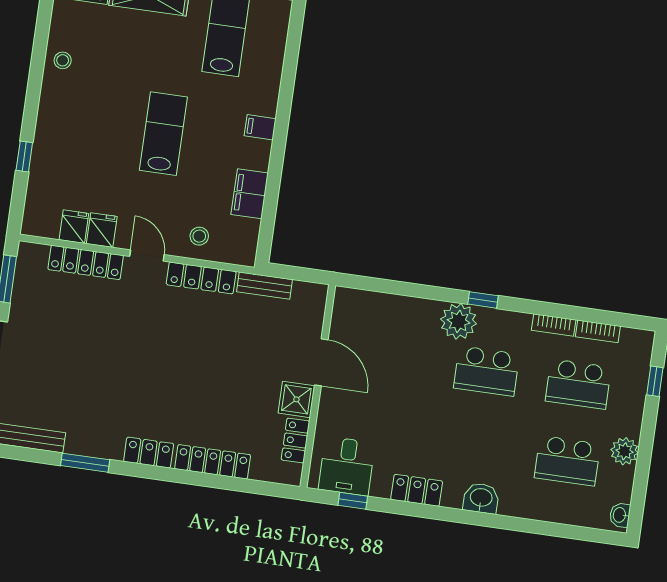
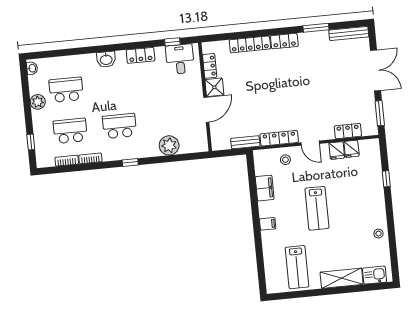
locker: (86, 262) -> (348, 131), width x0.66
plant: (459, 321) -> (169, 145), moved
door: (321, 362) -> (206, 110), swing flipped

